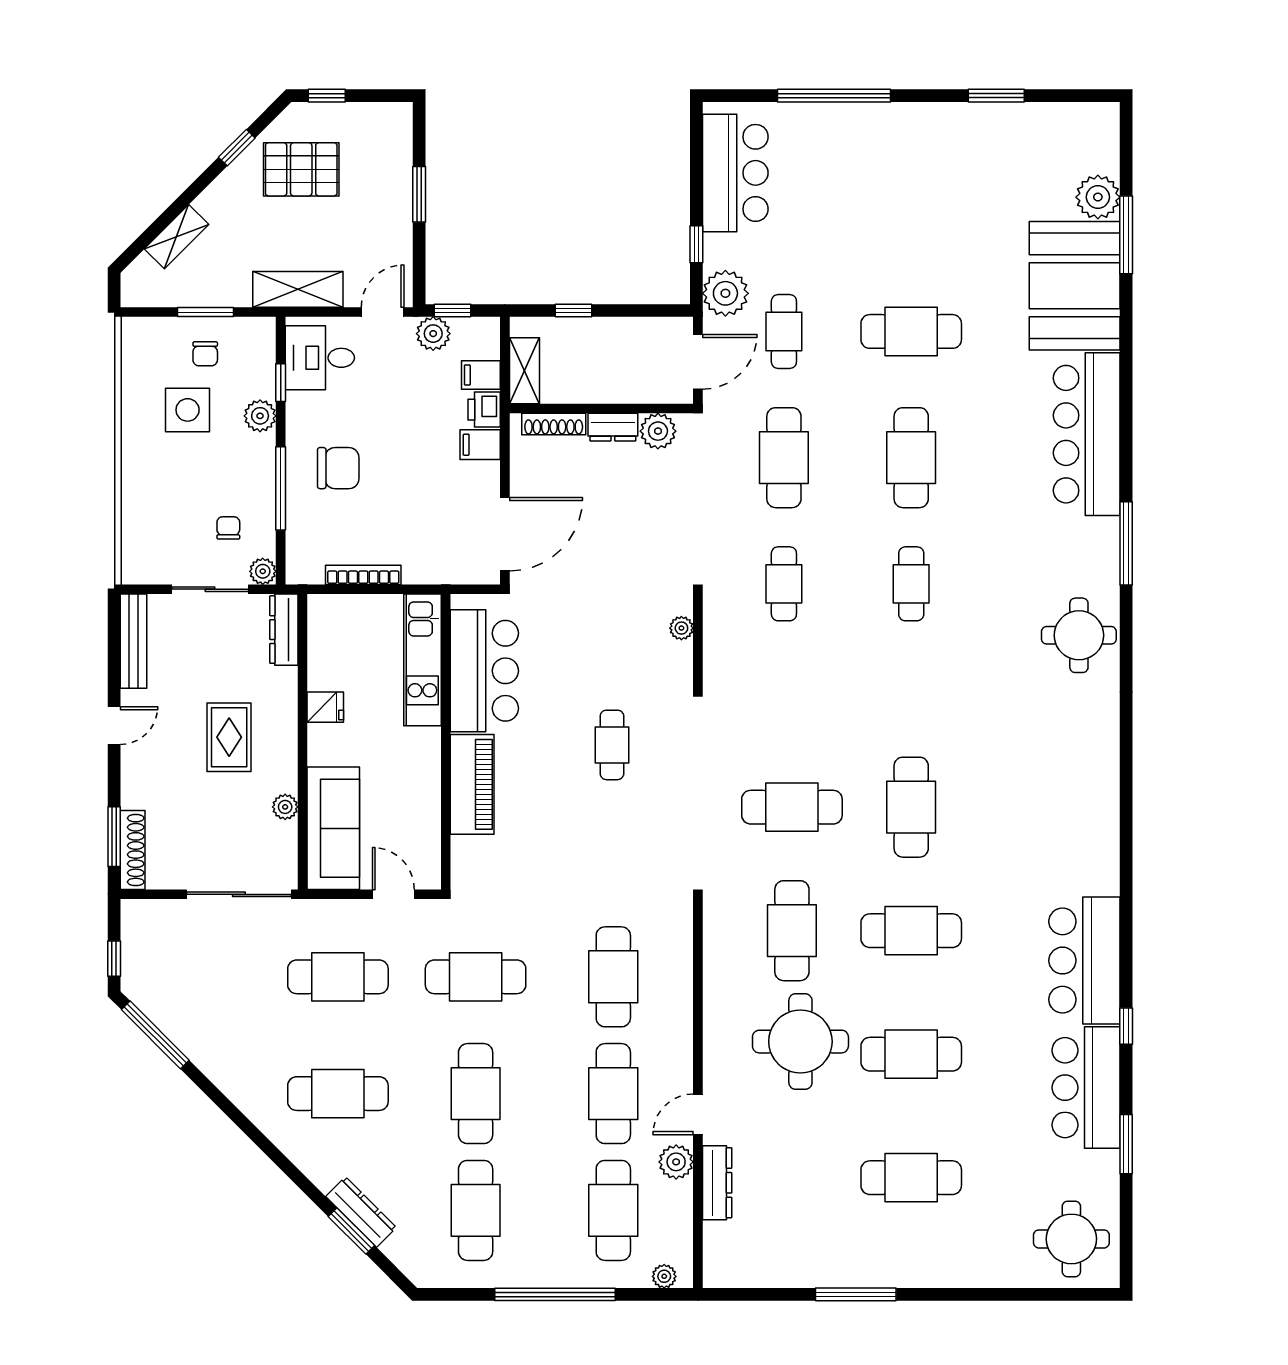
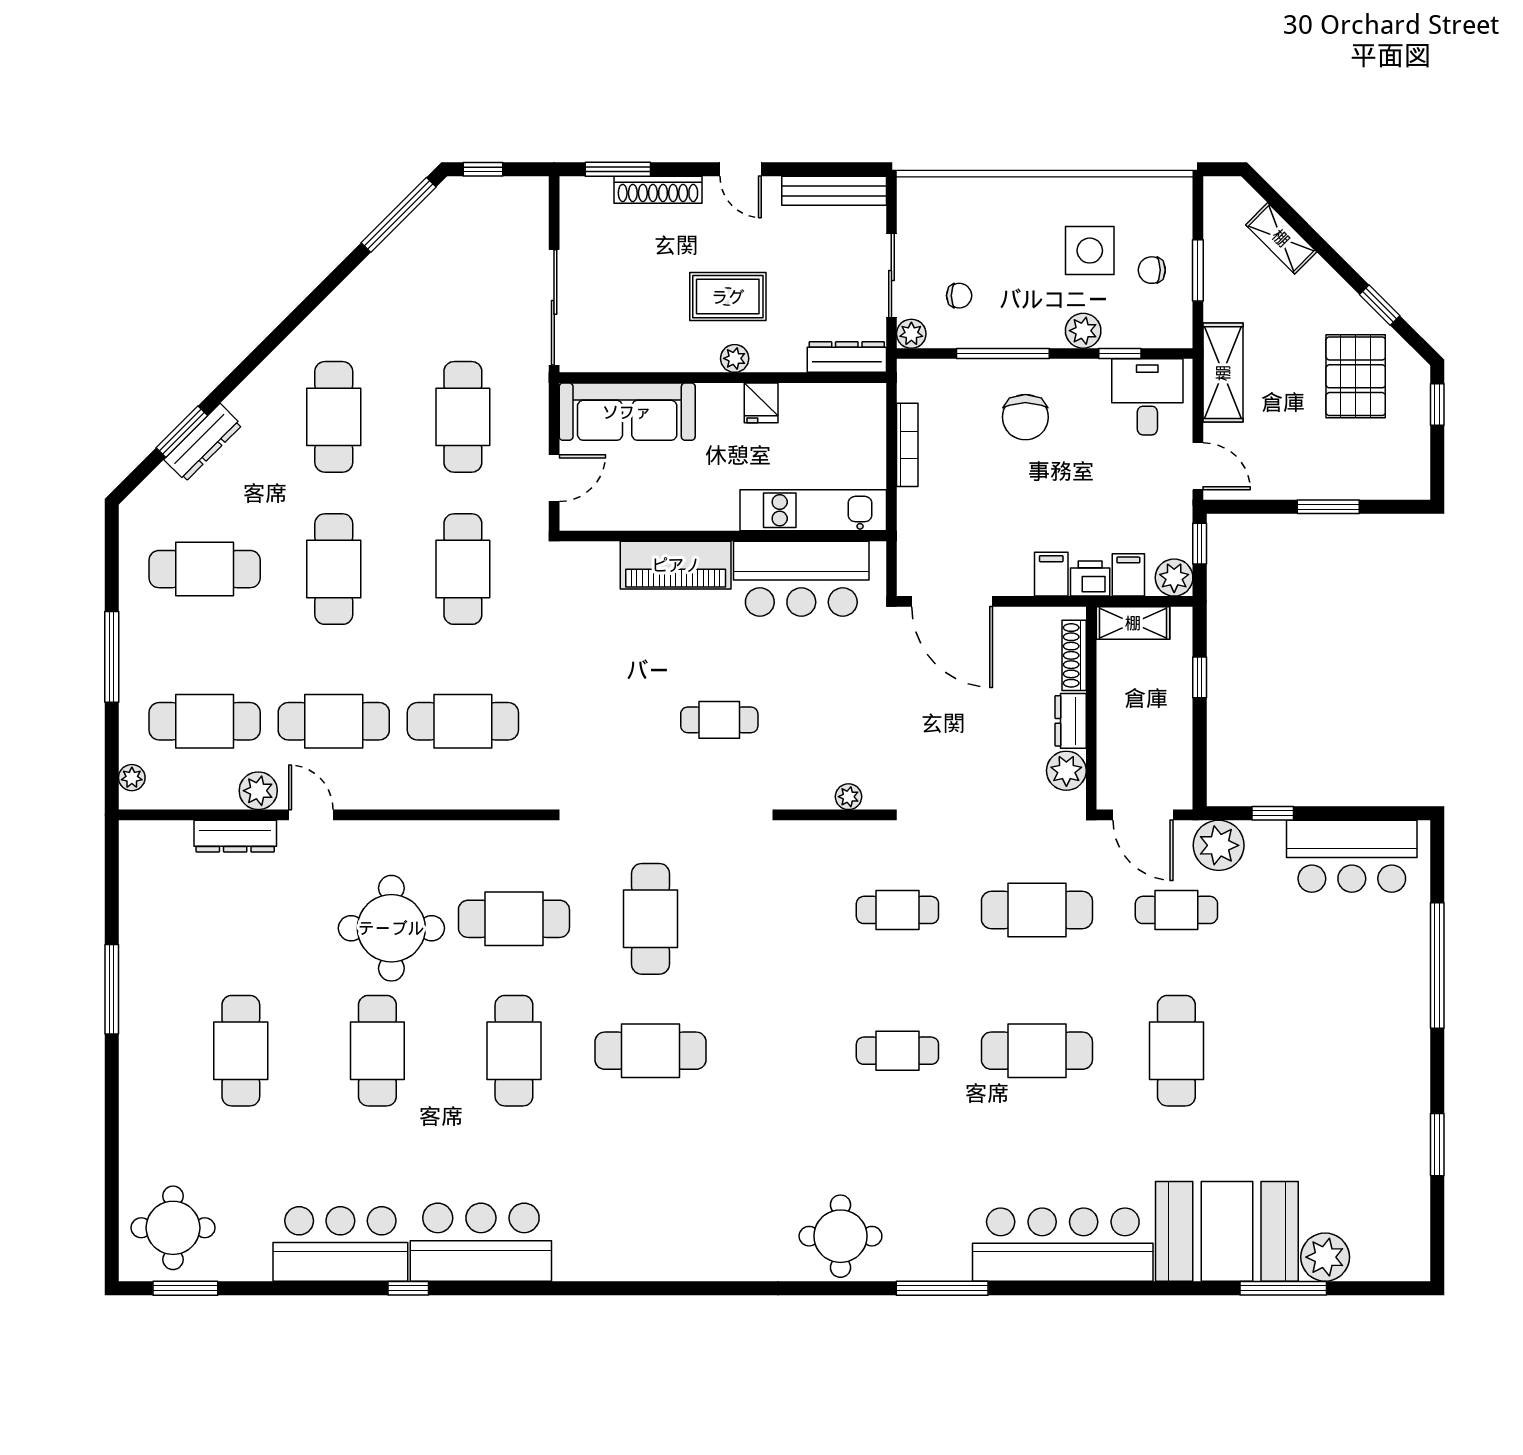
plant: (433, 334) -> (1174, 578), moved
plant: (285, 807) -> (735, 358), moved
shoe rack: (133, 850) -> (658, 190), moved
cafe table: (476, 1094) -> (334, 569), turned 90
window: (1126, 1144) -> (185, 1288), moved
window: (555, 1294) -> (112, 657), width x0.68

